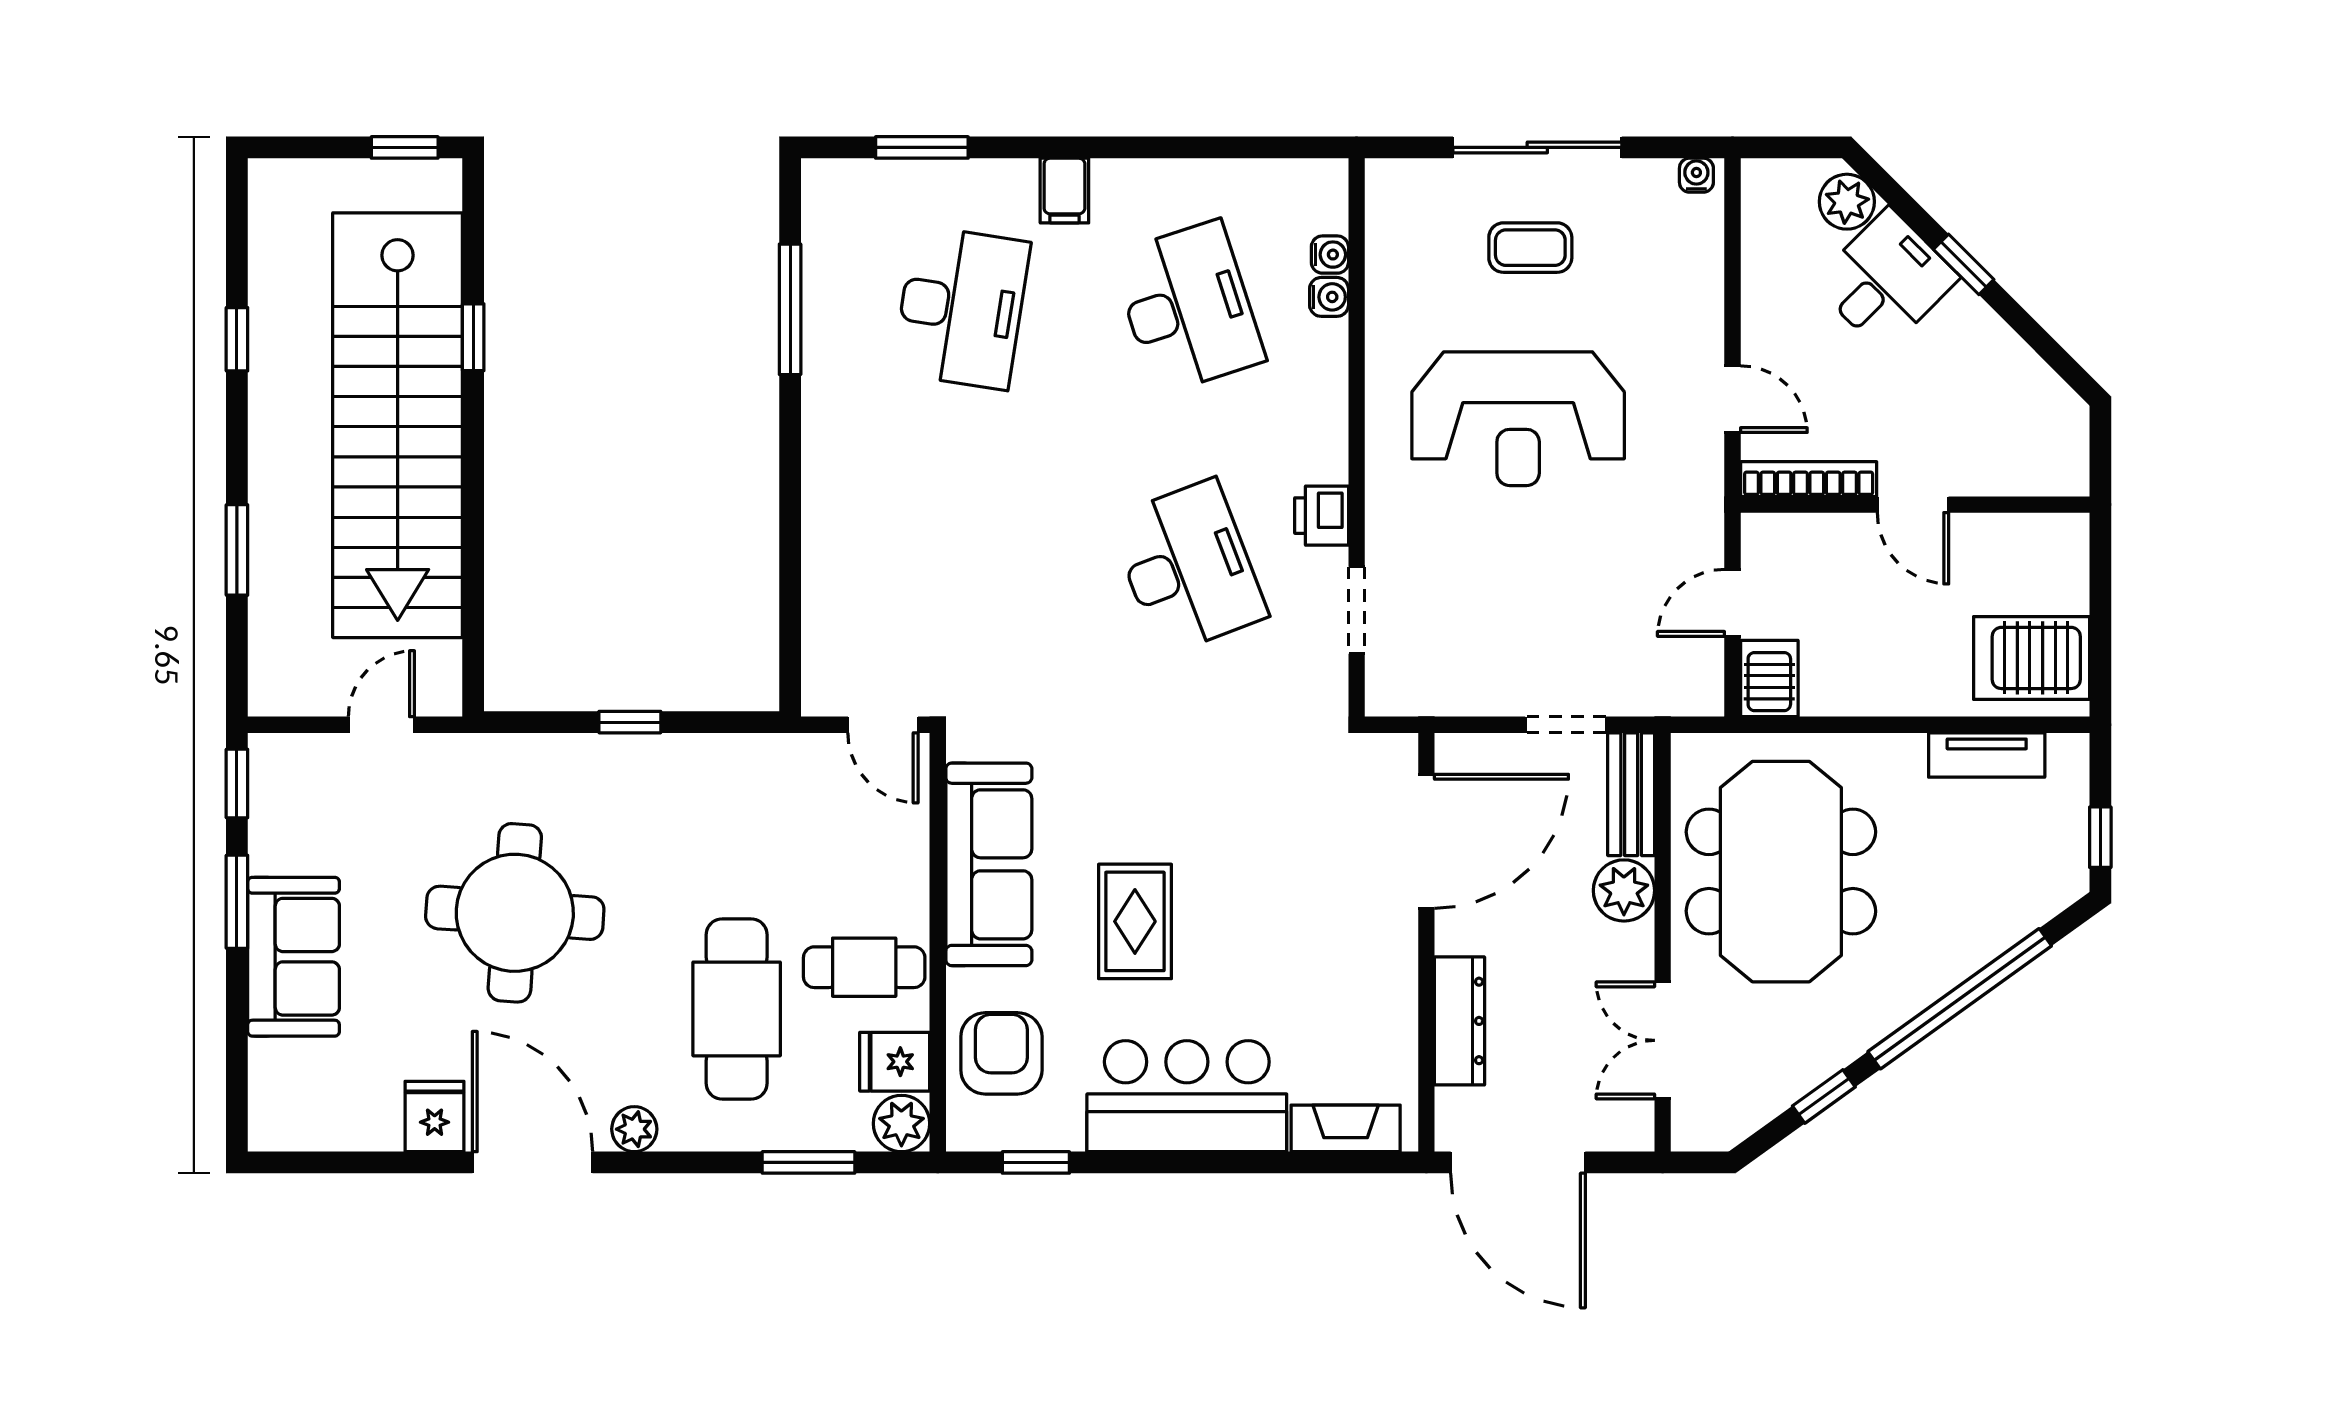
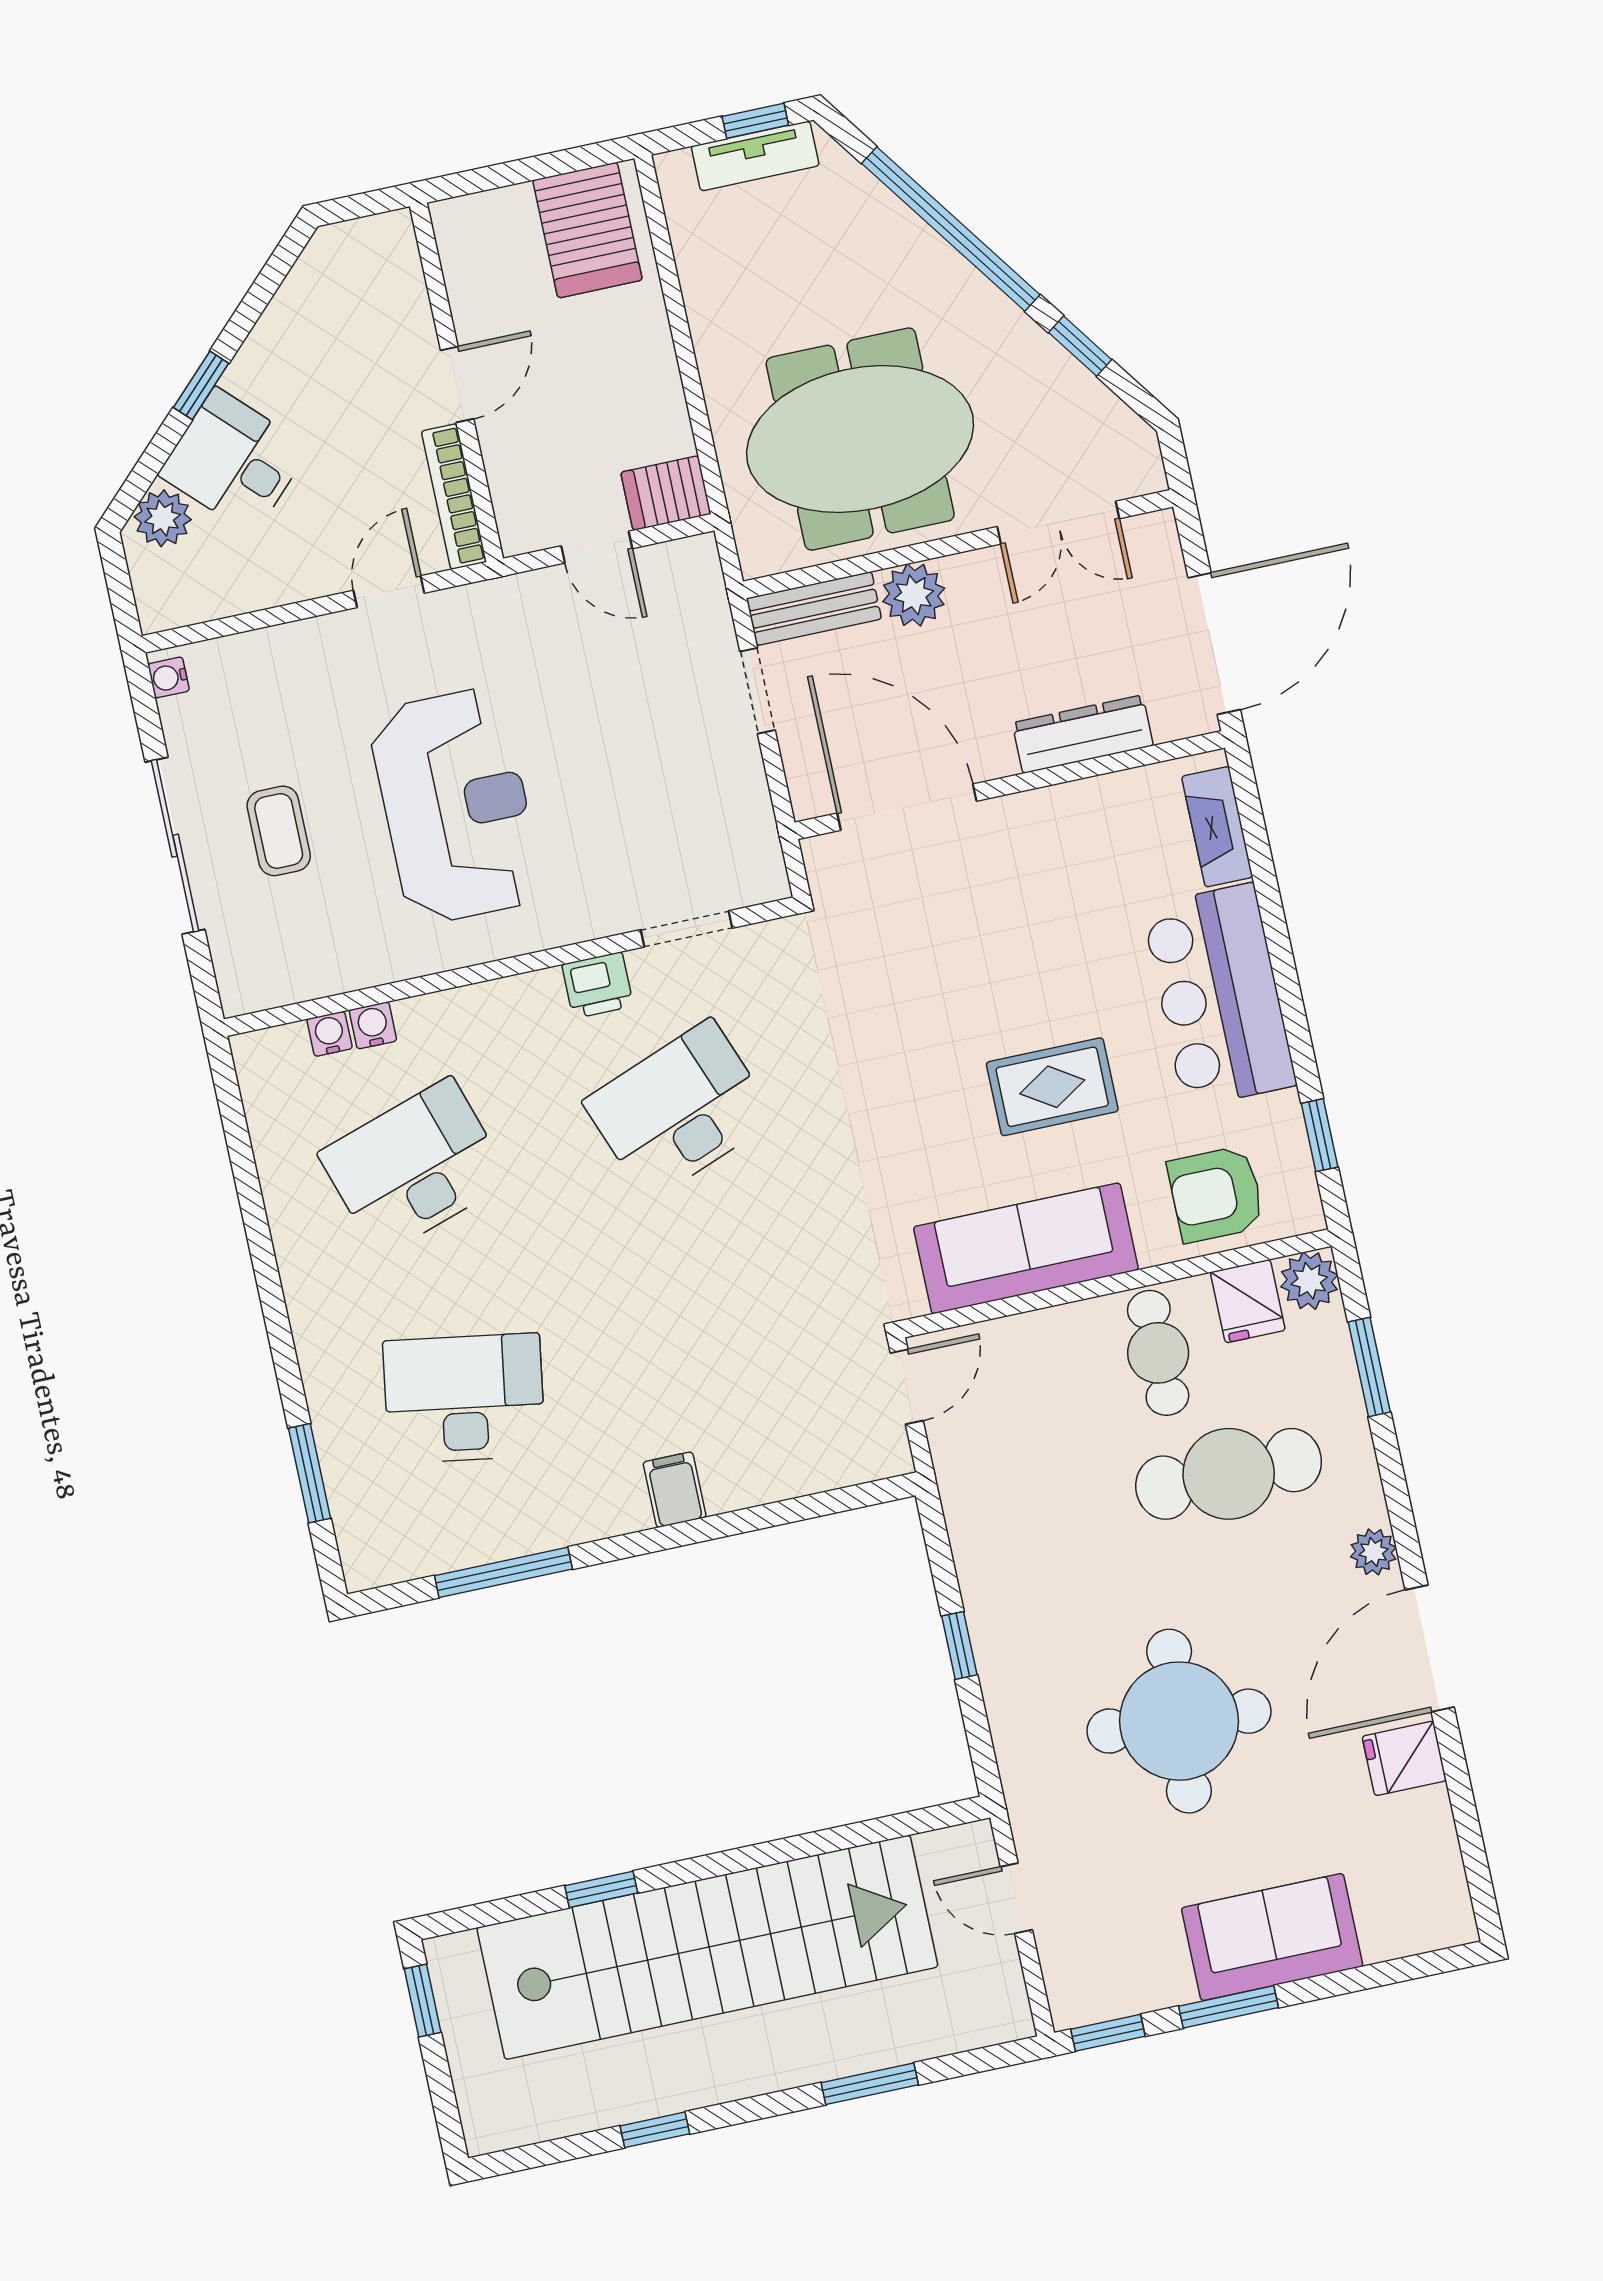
filing cabinet: (1064, 191) -> (675, 1490), moved, turned -90
tv unit: (1987, 755) -> (755, 156), moved, turned 90

